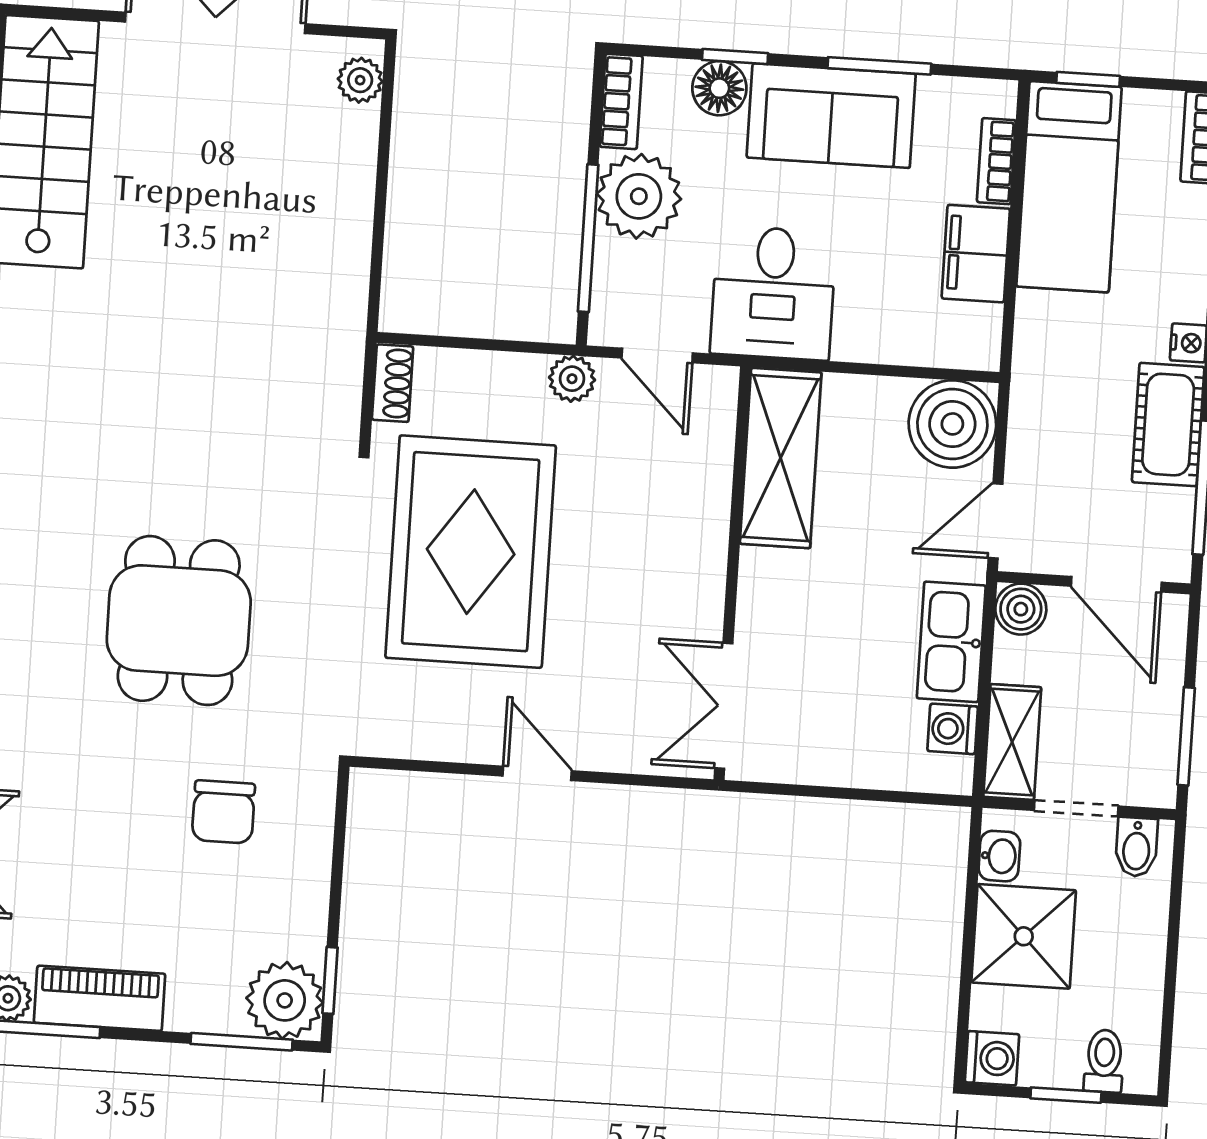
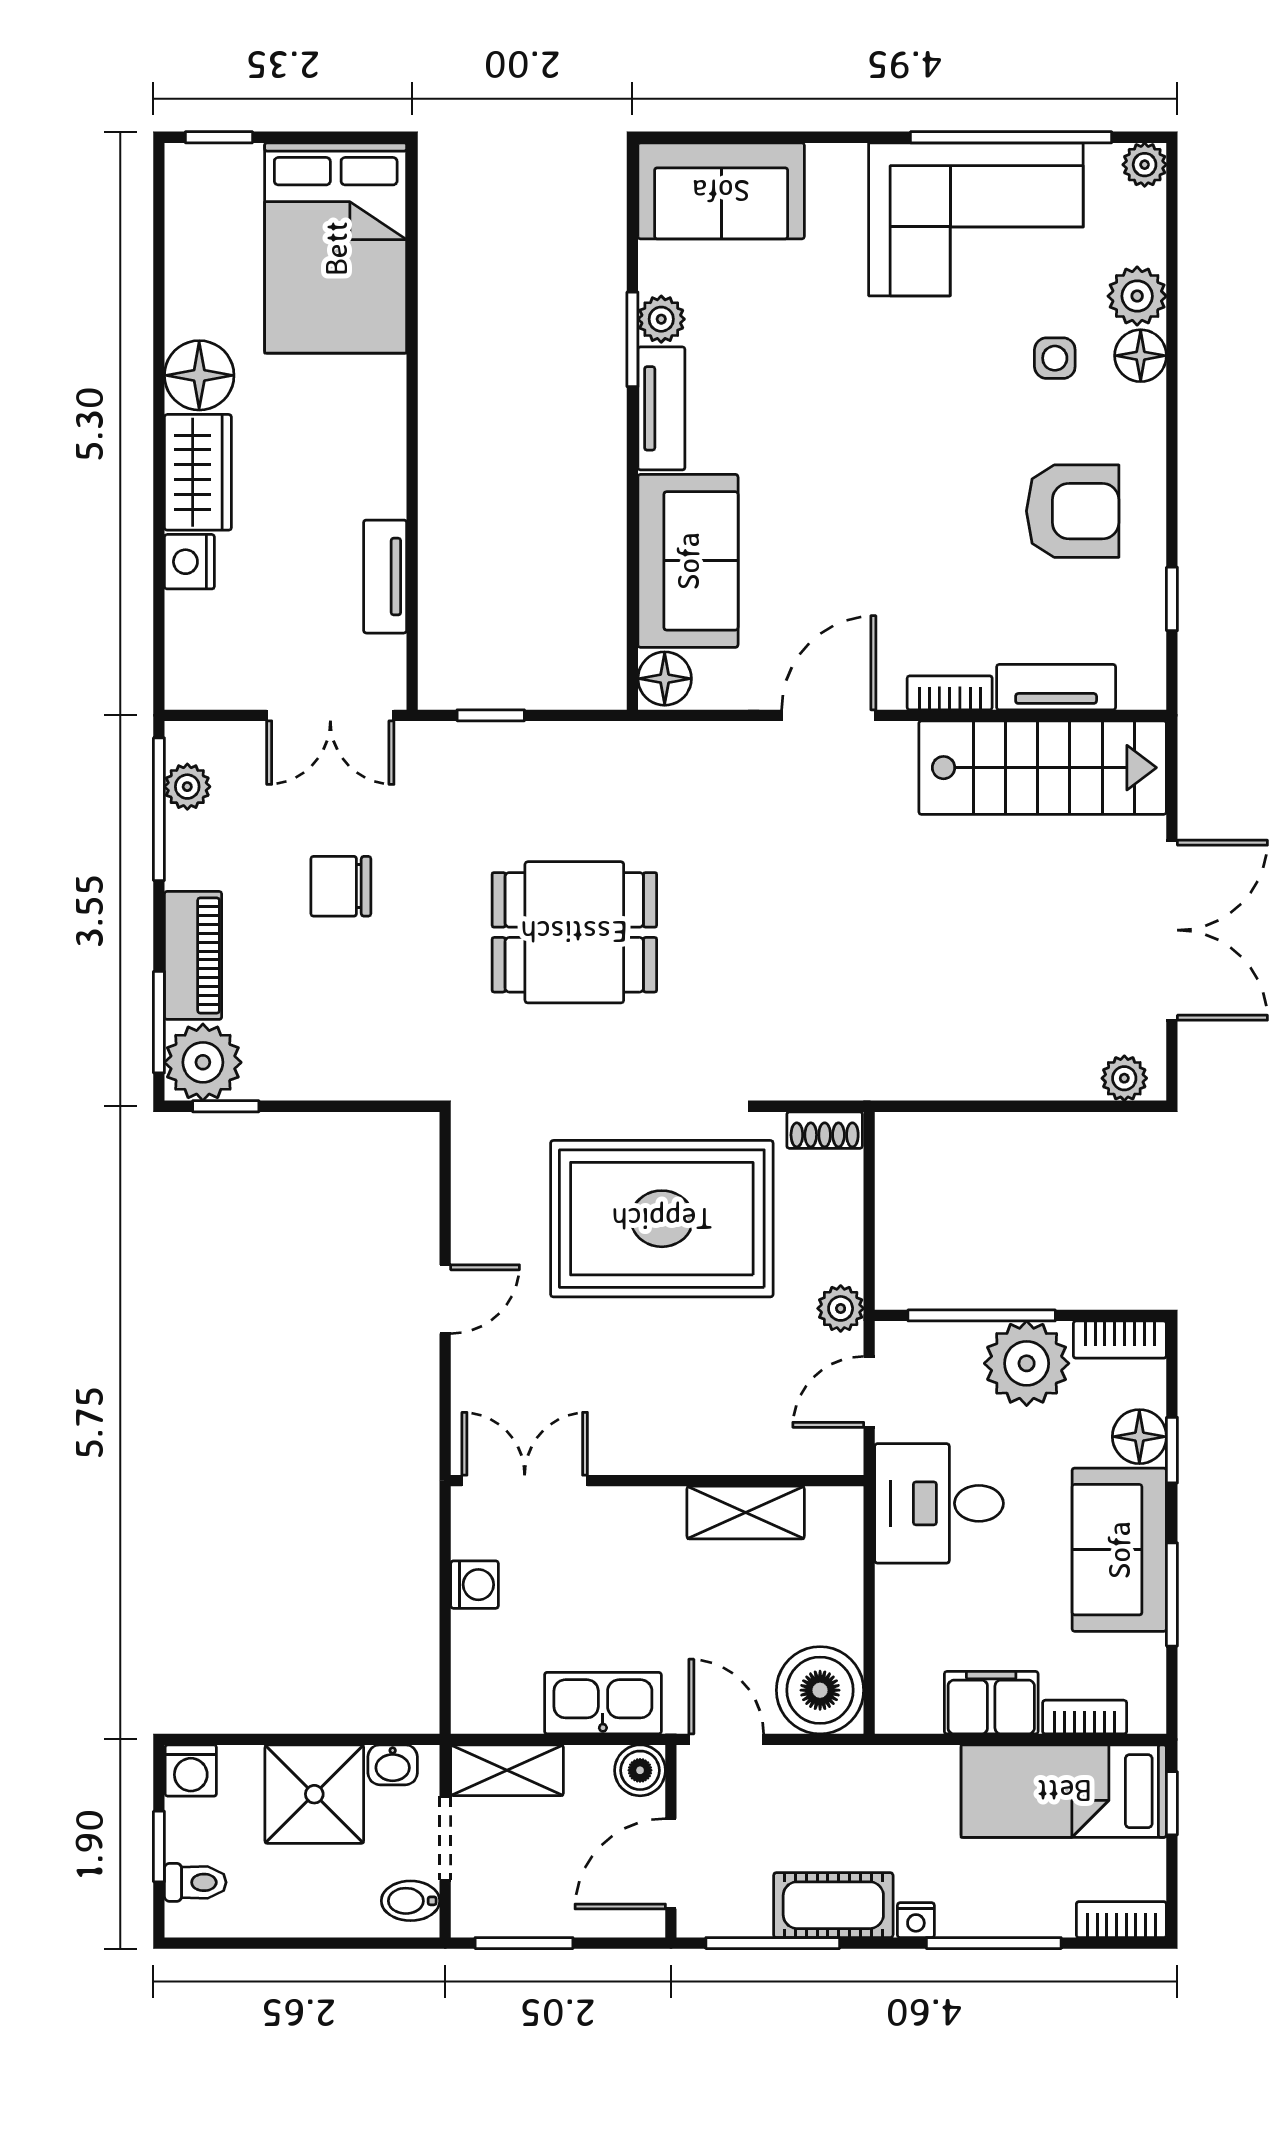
shelving: (781, 458) -> (746, 1513), width x0.67, depth x0.75
washing machine: (953, 729) -> (475, 1585), moved, turned 90
chair: (223, 812) -> (341, 886), moved
piano: (100, 998) -> (193, 955), moved

